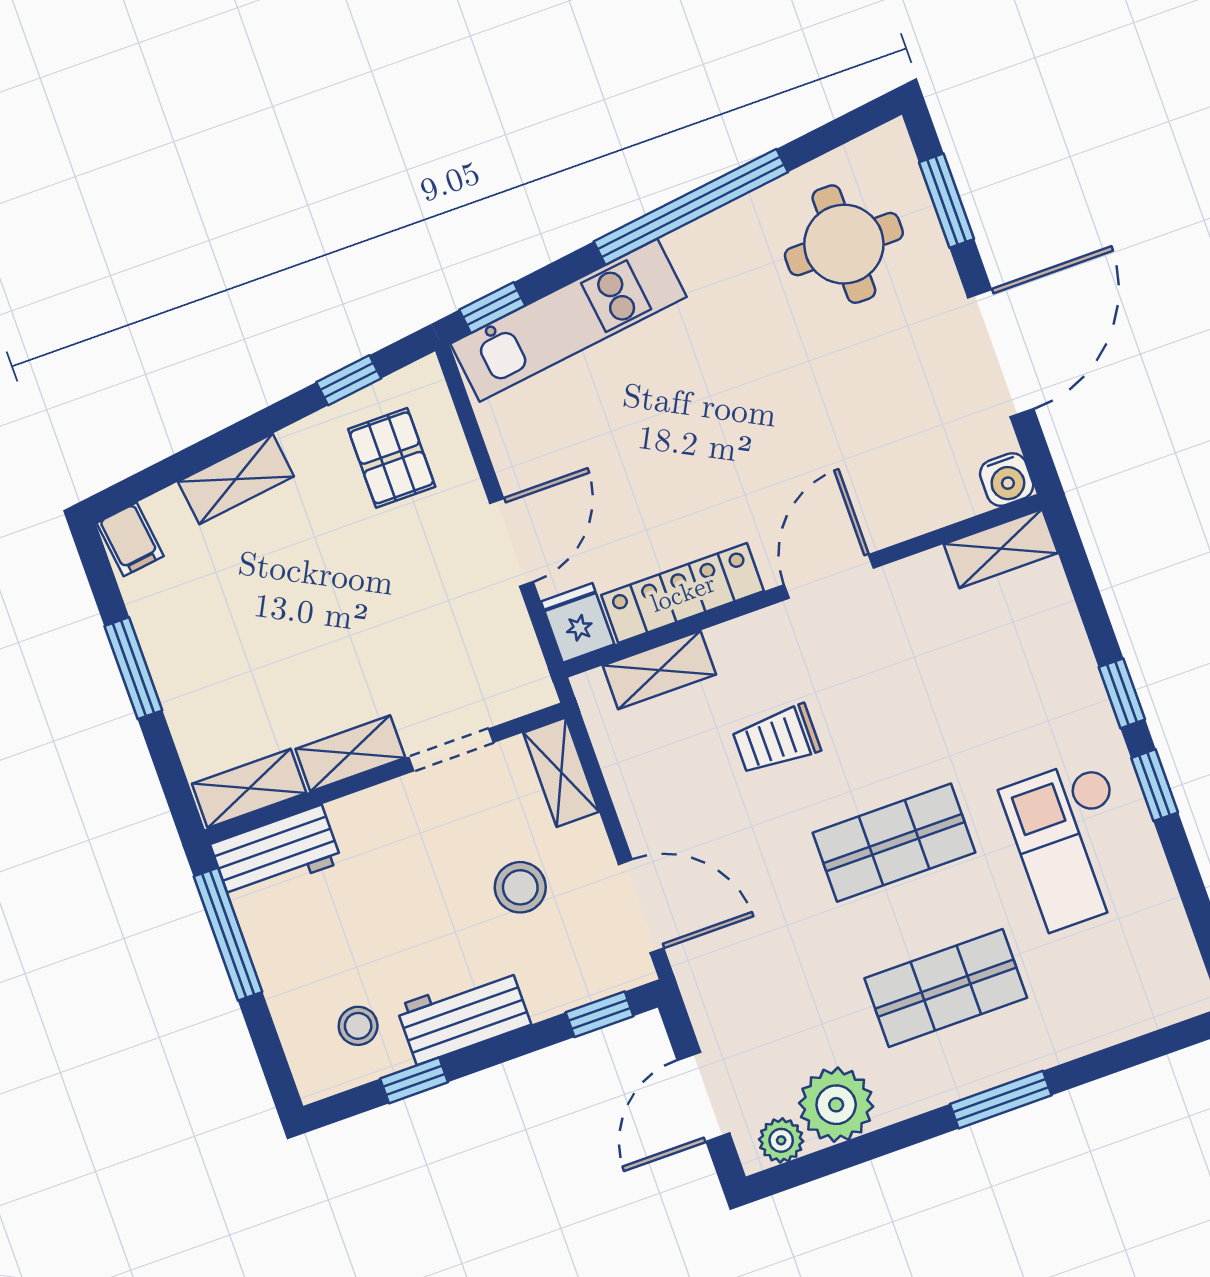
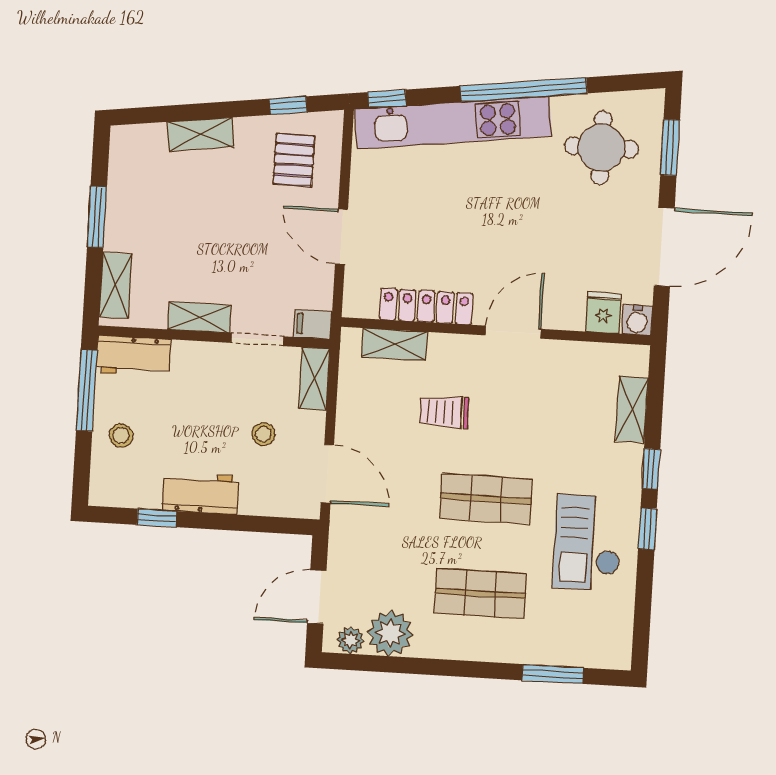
kitchen unit: (569, 320) -> (453, 123), width x1.36
filing cabinet: (130, 539) -> (313, 324), moved, turned 97
door: (512, 542) -> (341, 237), swing flipped
shelving: (1001, 549) -> (632, 410), moved, turned 90
fridge: (578, 623) -> (603, 313), moved
shelving: (249, 788) -> (115, 285), moved, turned 90
stool: (520, 887) -> (263, 434), width x0.73, depth x0.73
window: (600, 1014) -> (278, 525), removed
stool: (358, 1026) -> (121, 436), moved
window: (1001, 1100) -> (553, 674), moved

